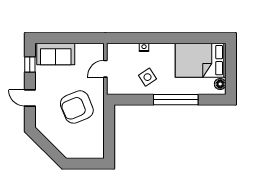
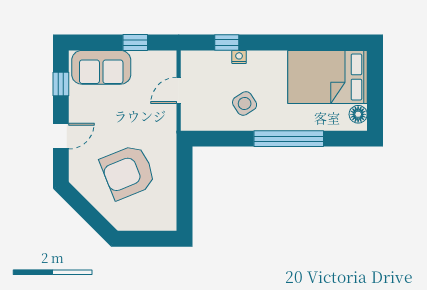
window: (78, 38) -> (135, 42), added
window: (136, 38) -> (227, 42), added
door: (30, 98) -> (61, 136), swing flipped
armchair: (77, 107) -> (128, 172), moved

